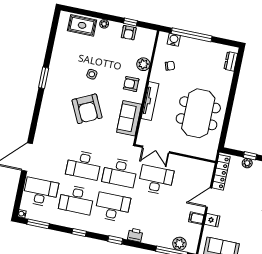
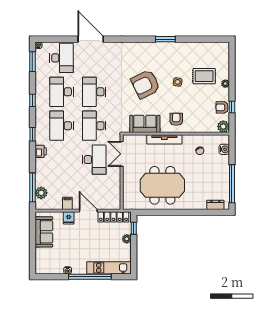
rug: (82, 25) -> (204, 76), moved, turned 90
window: (192, 35) -> (232, 184), moved
plant: (143, 64) -> (223, 127), moved
window: (250, 156) -> (134, 228), moved
desk: (113, 207) -> (62, 126), turned 180

